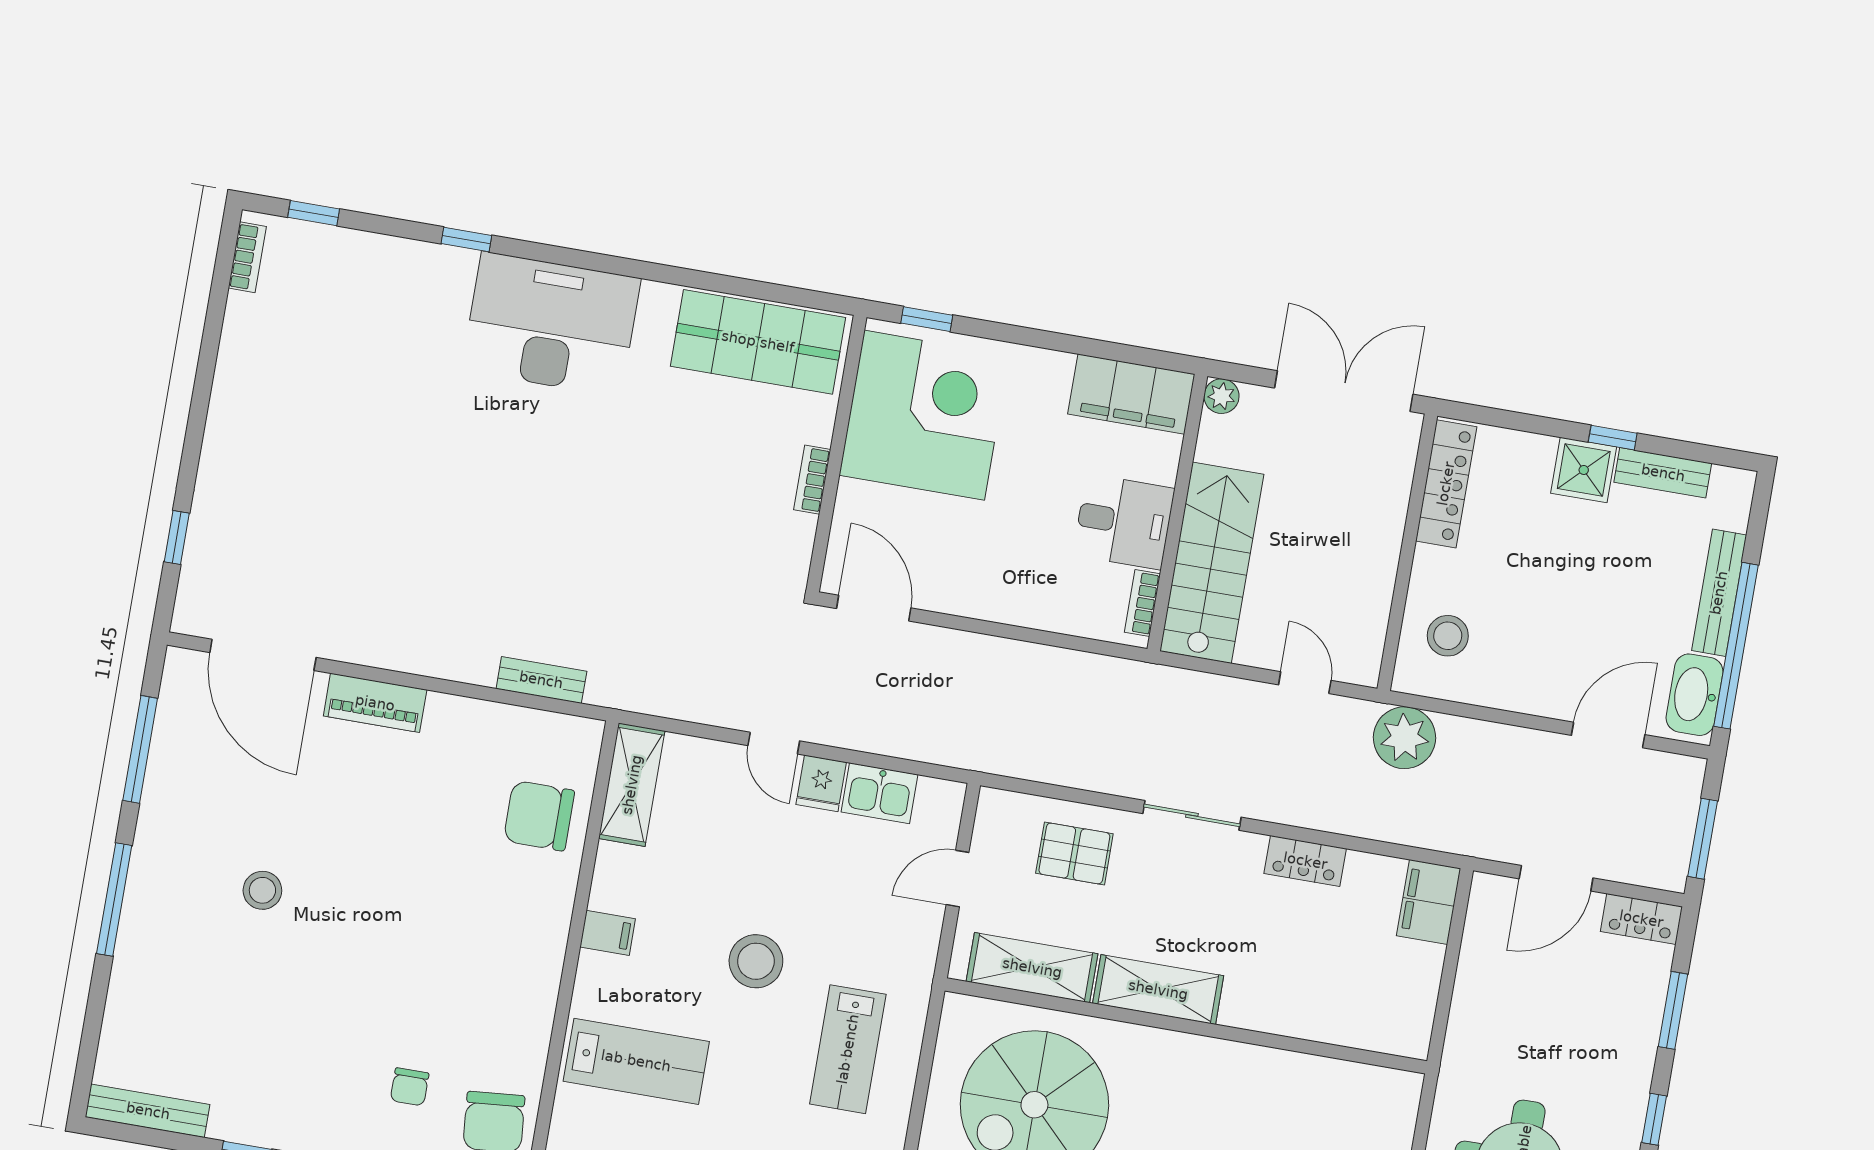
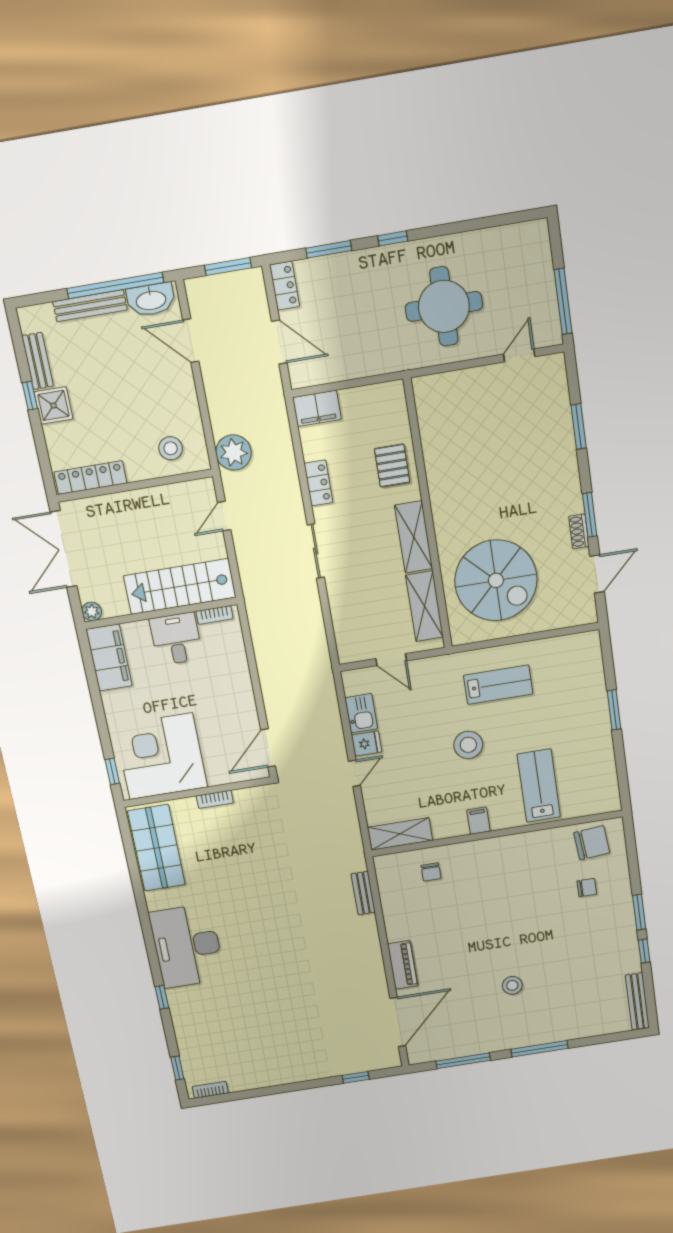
chair: (539, 816) -> (431, 872), width x0.54, depth x0.54
pallet: (1074, 853) -> (392, 466), moved

